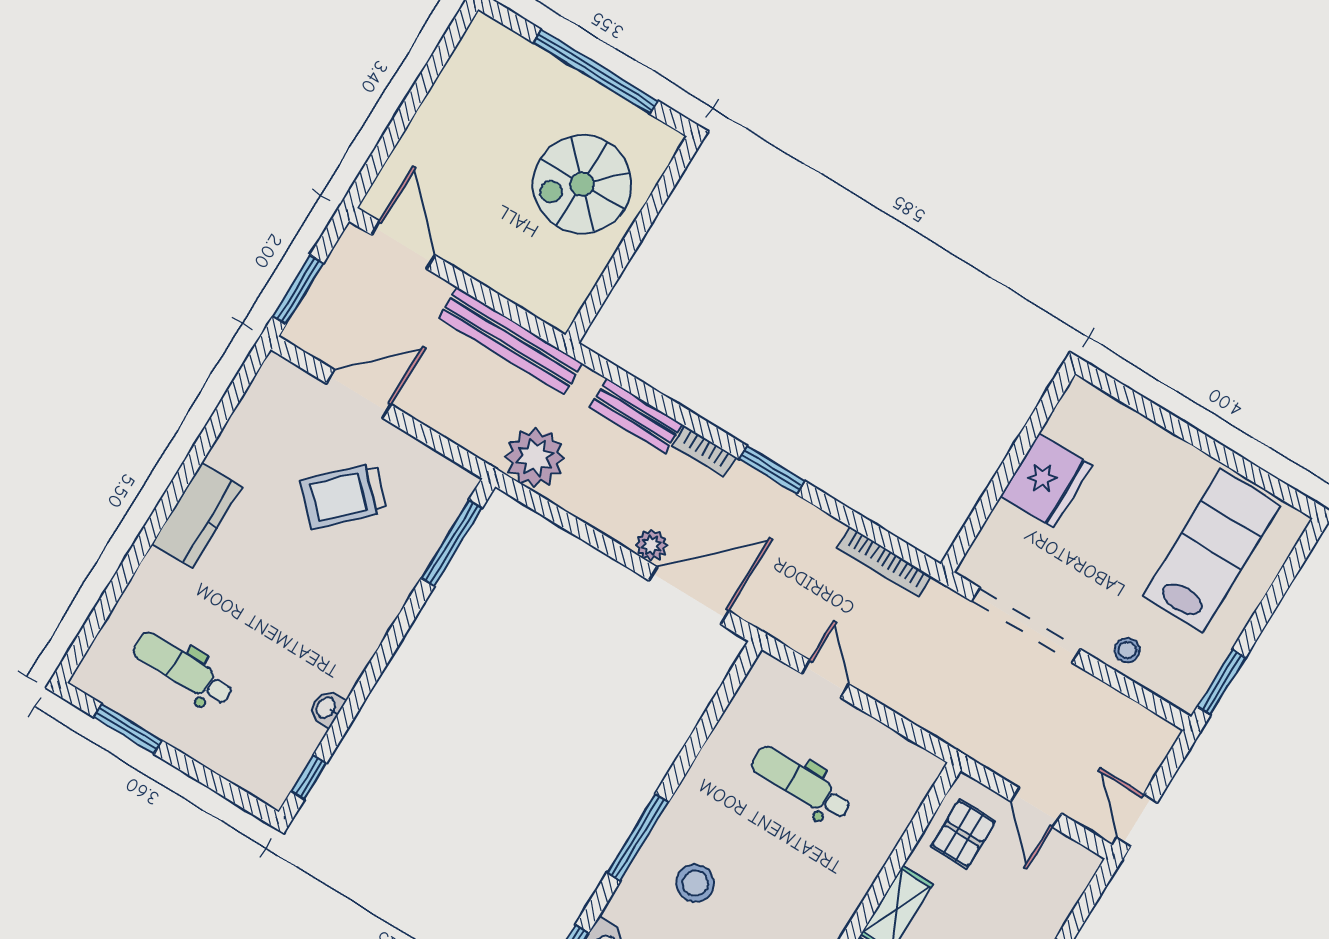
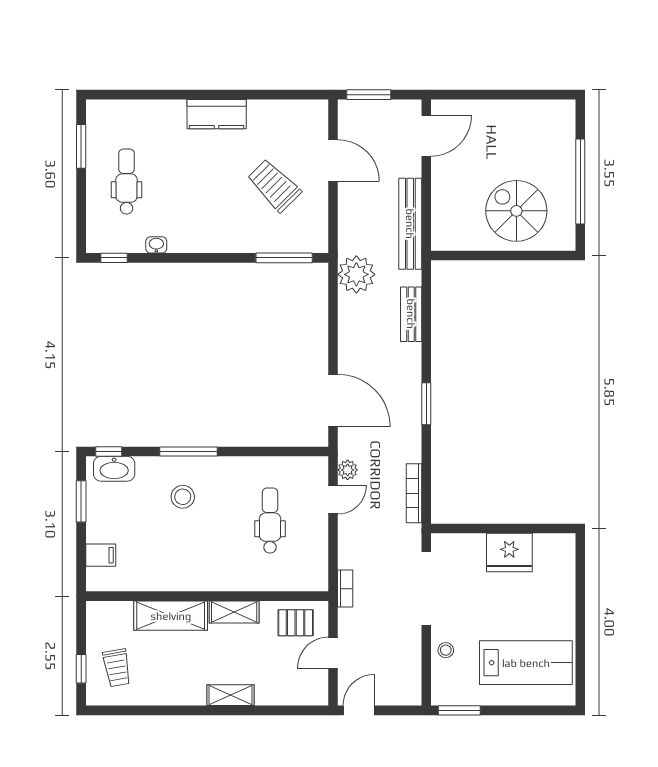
bookcase: (704, 452) -> (345, 589), moved, turned 180
plant: (651, 545) -> (348, 470), moved
dental chair: (183, 669) -> (127, 182), moved

